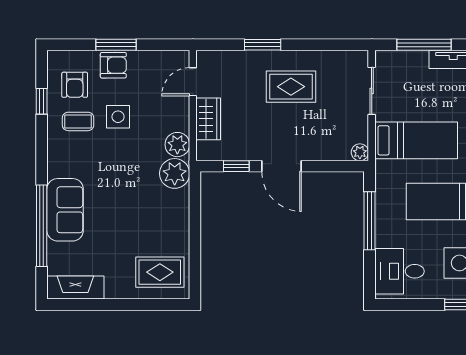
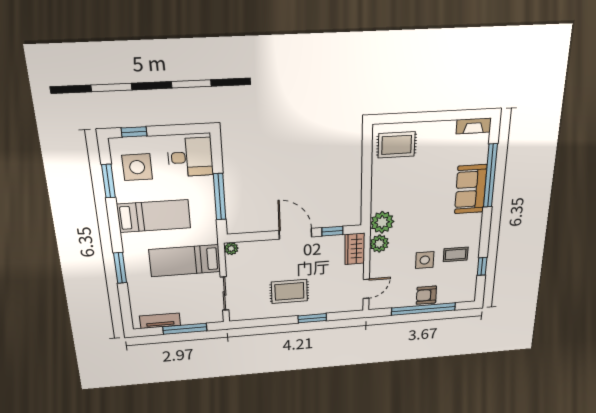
window: (116, 45) -> (423, 309), width x2.11
armchair: (75, 85) -> (456, 280), removed
wardrobe: (208, 119) -> (355, 249), moved
fireplace: (75, 287) -> (474, 126), width x0.73, depth x0.76

